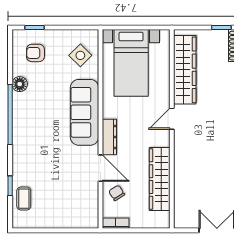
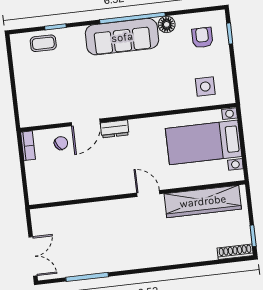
side table: (80, 55) -> (205, 87), turned 45
sofa: (85, 112) -> (122, 37), moved, turned 180
dresser: (109, 137) -> (115, 129), width x0.70
wardrobe: (160, 179) -> (81, 188), removed

